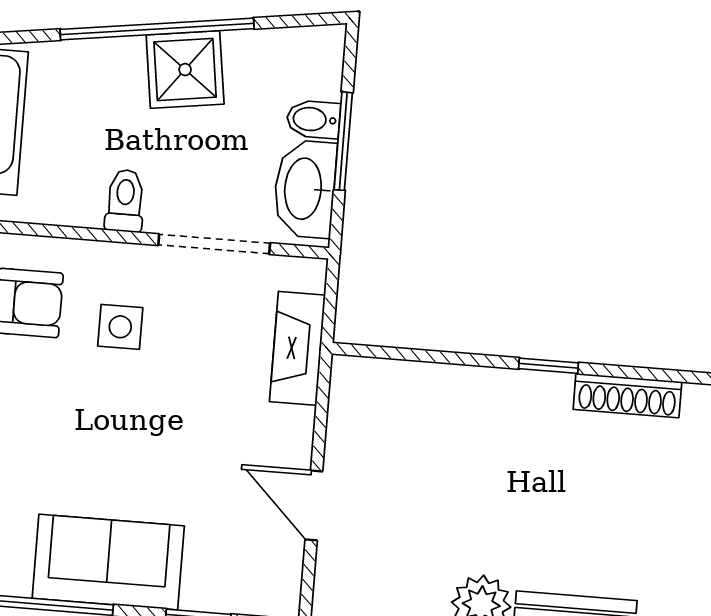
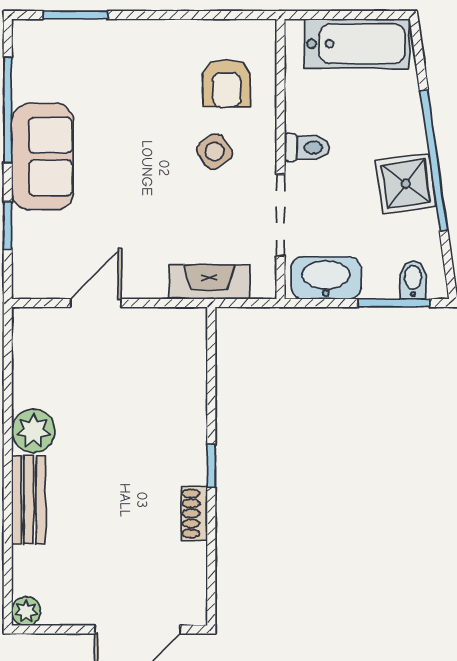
bidet: (313, 119) -> (413, 280), moved
window: (343, 141) -> (394, 303), moved
side table: (120, 327) -> (215, 151), turned -35
shoe rack: (627, 396) -> (194, 513), width x0.70

